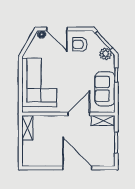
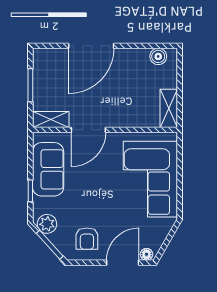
door: (57, 29) -> (123, 263), hinge flipped
armchair: (80, 44) -> (87, 239), turned 90
boiler: (34, 161) -> (158, 56), added
door: (77, 168) -> (91, 46), hinge flipped

